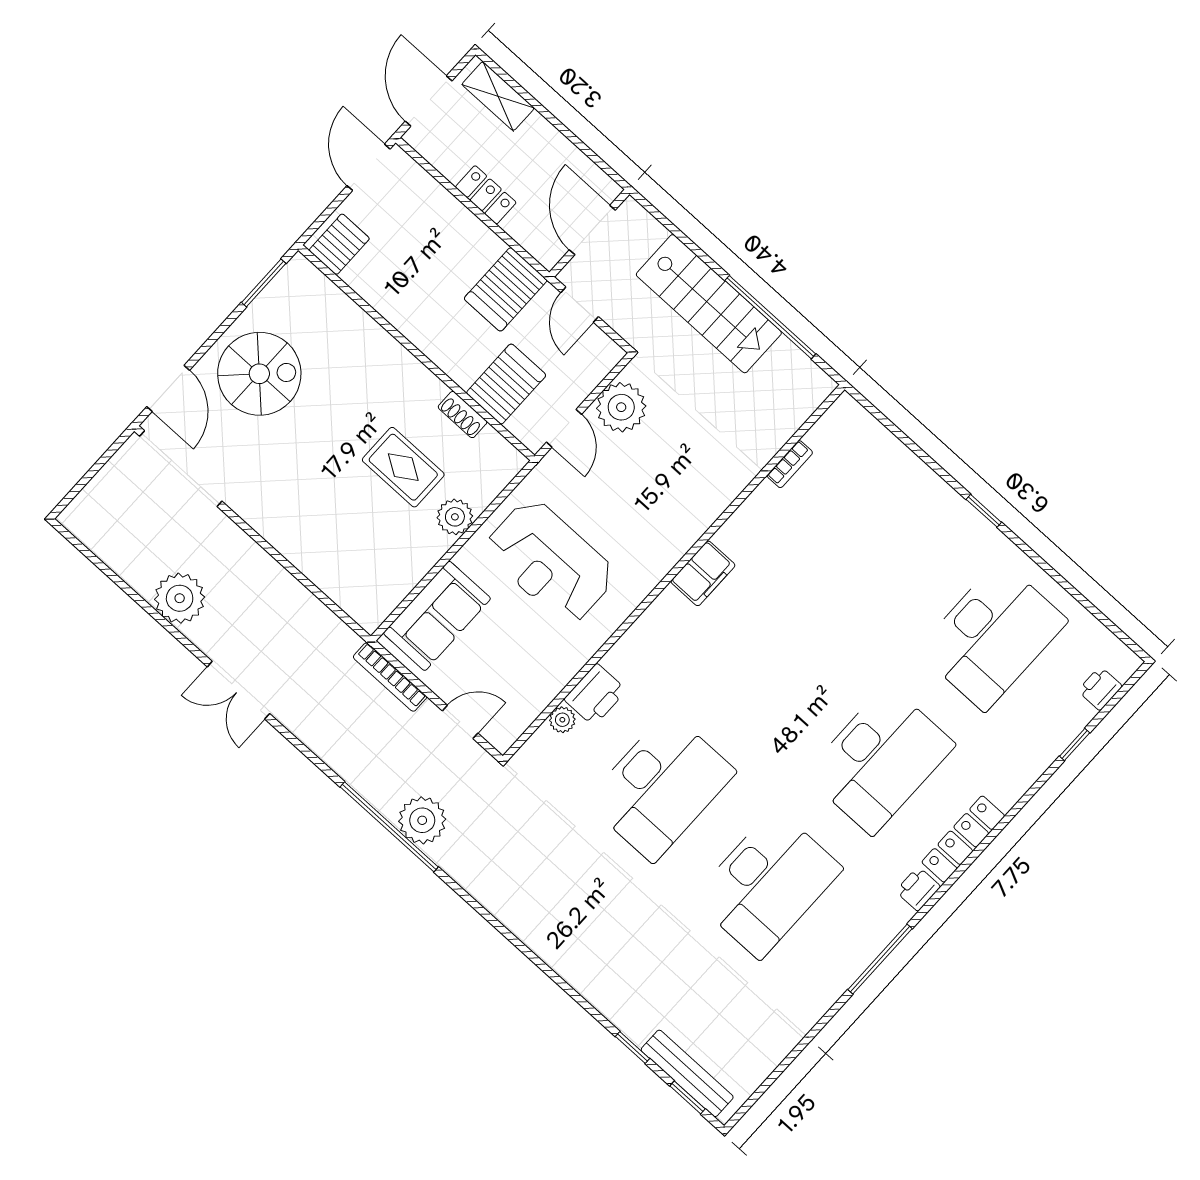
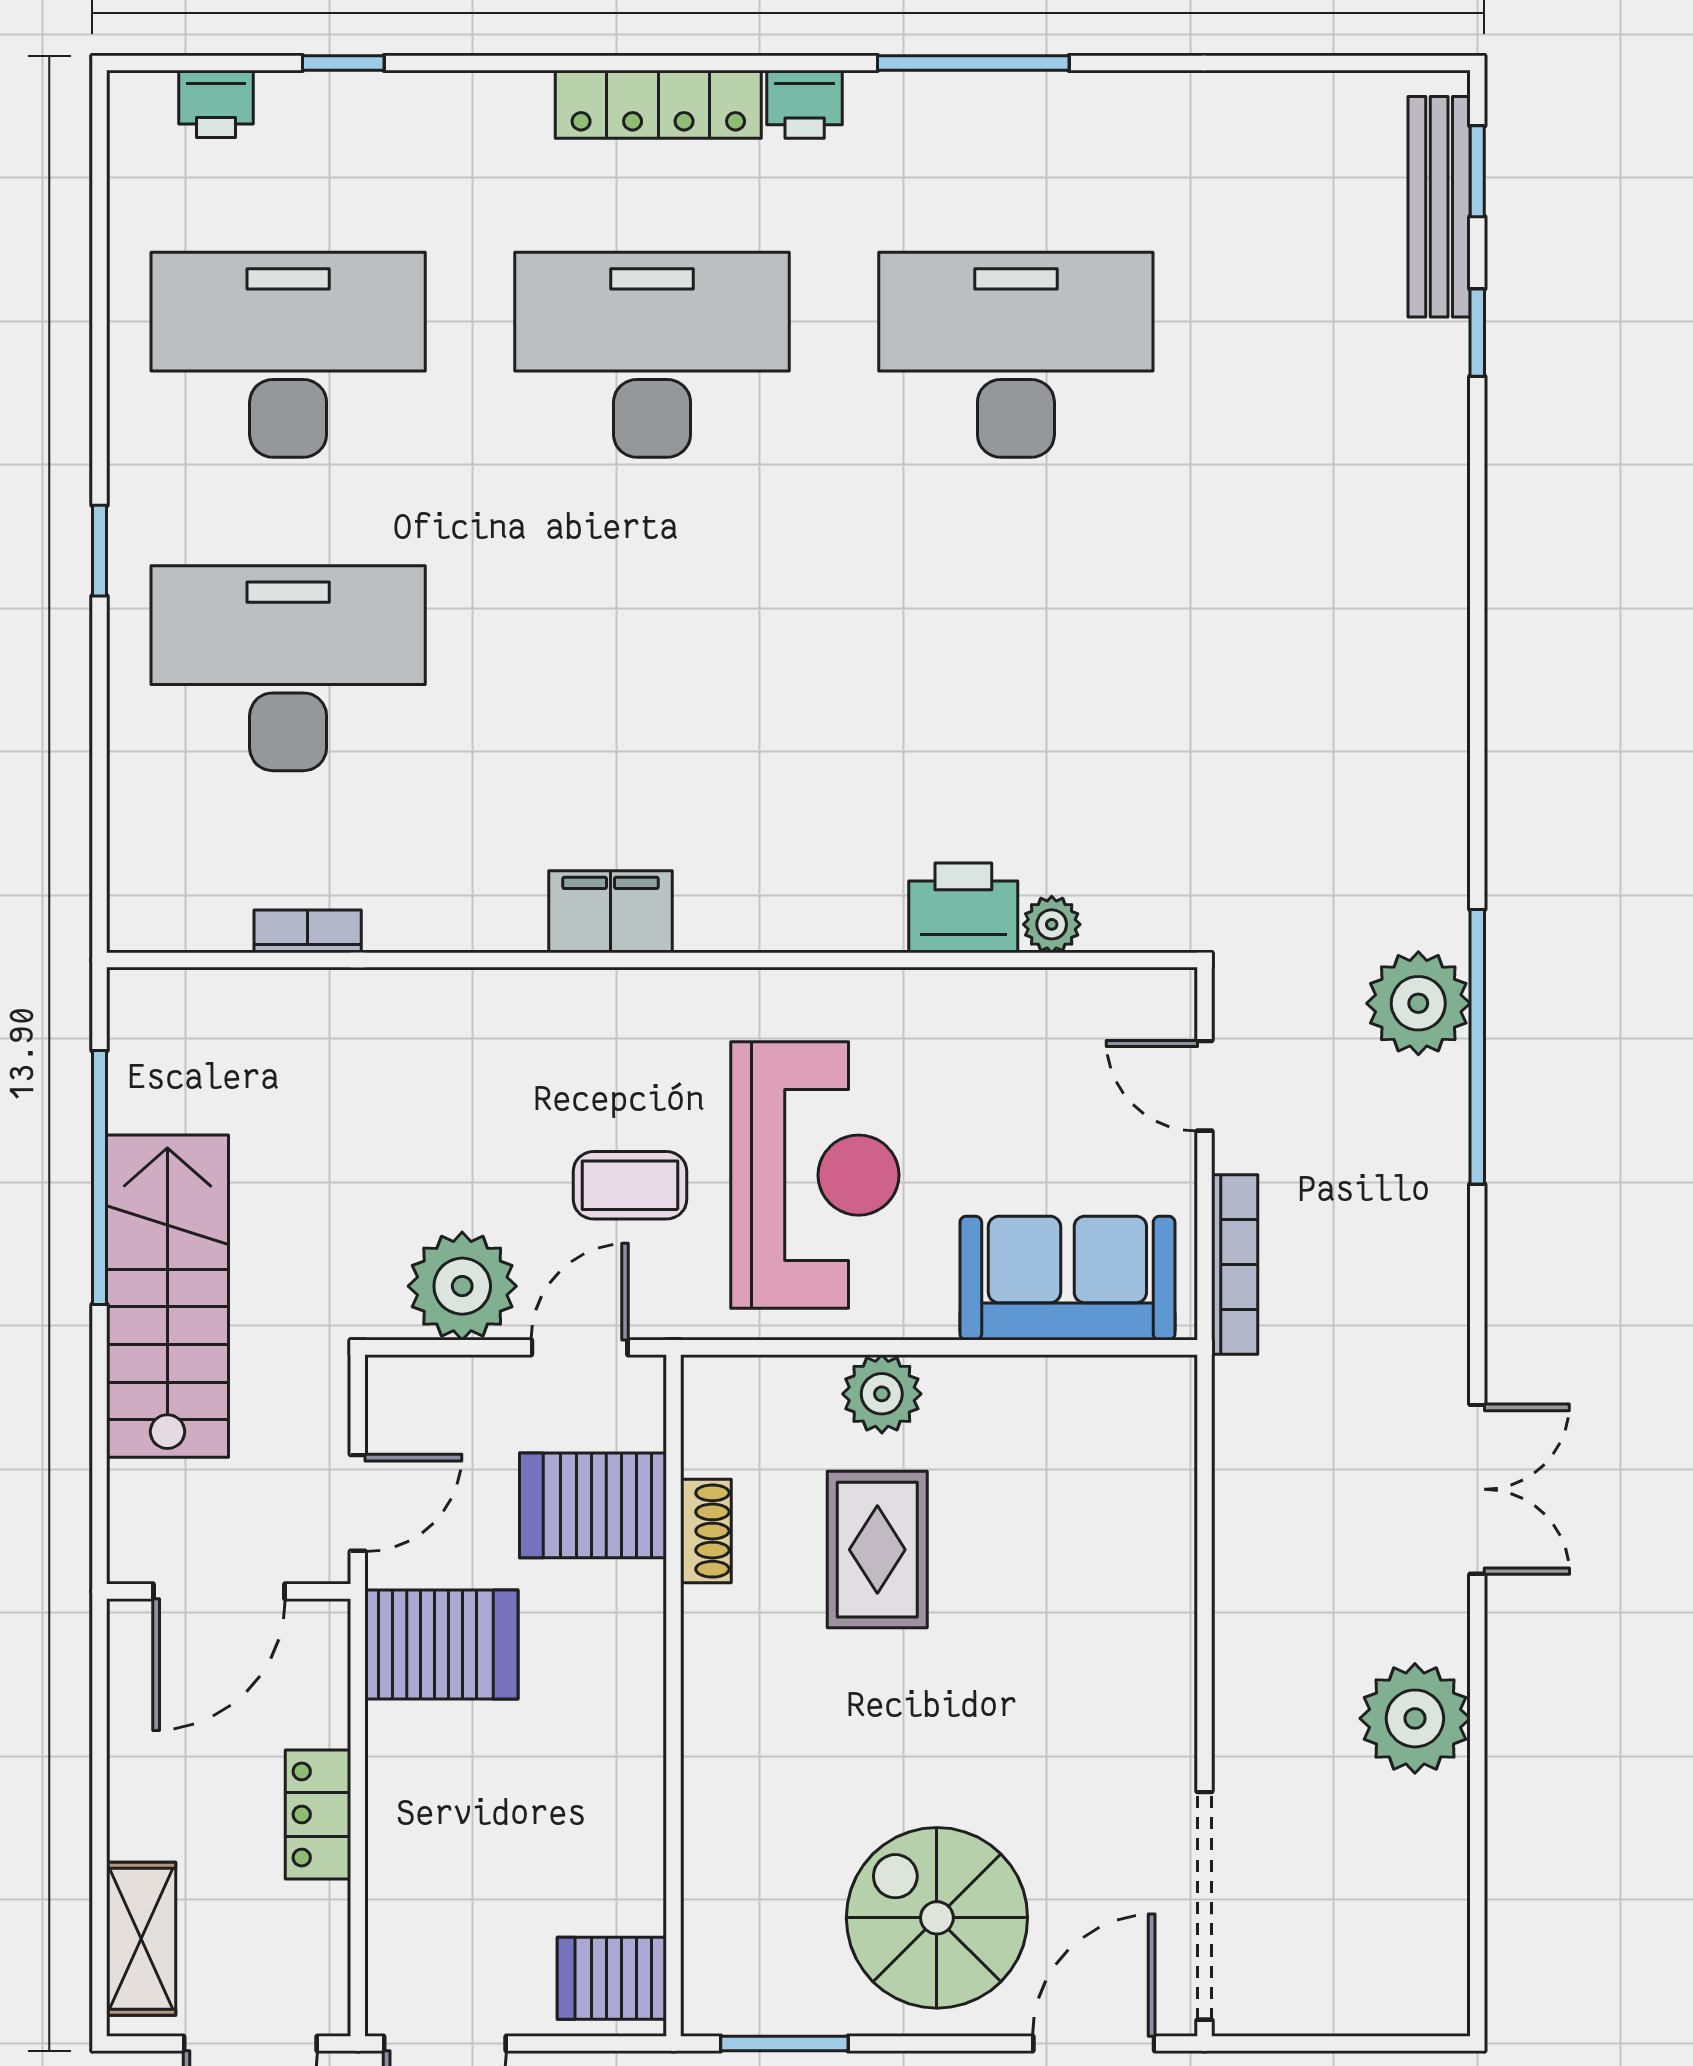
coffee table: (604, 495) -> (630, 1185), added
desk: (661, 787) -> (288, 668), moved

